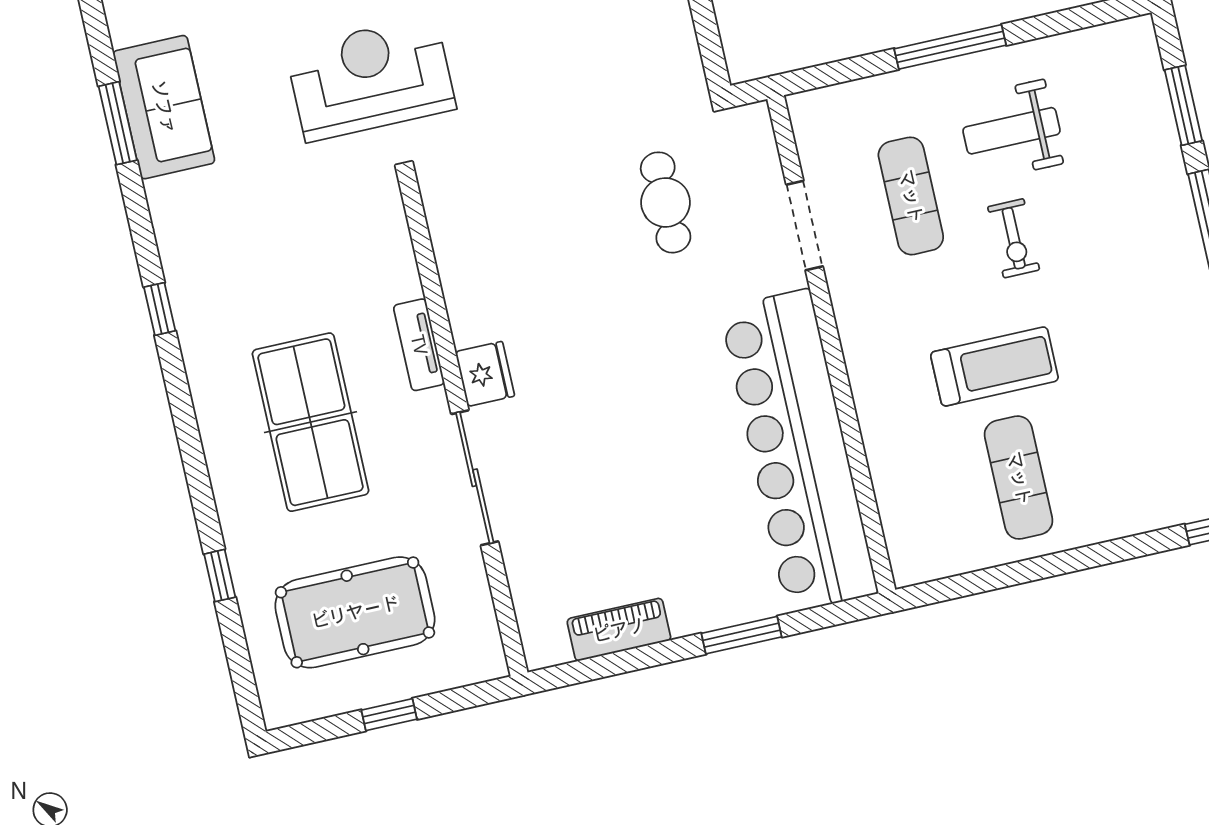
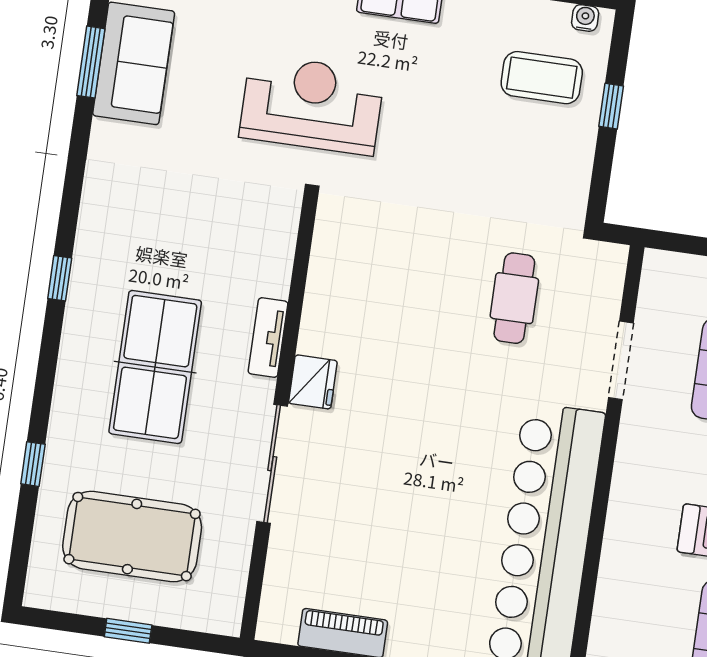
window: (160, 309) -> (60, 278), moved

